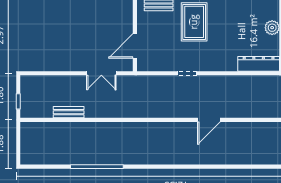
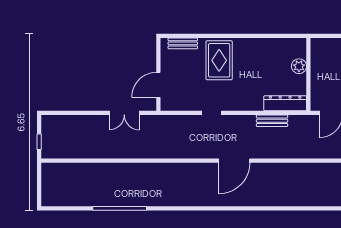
bench: (69, 112) -> (272, 121), moved
door: (209, 120) -> (234, 161), width x1.36

